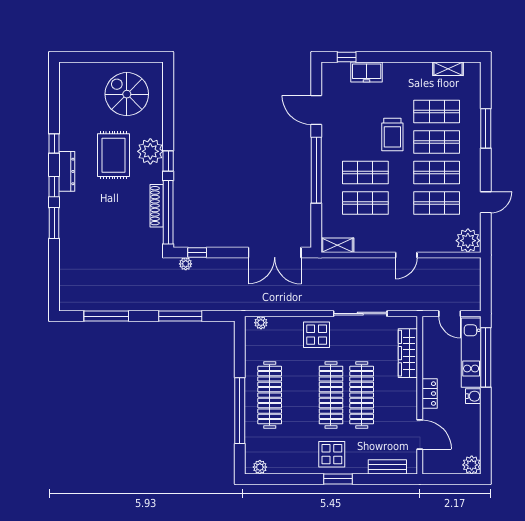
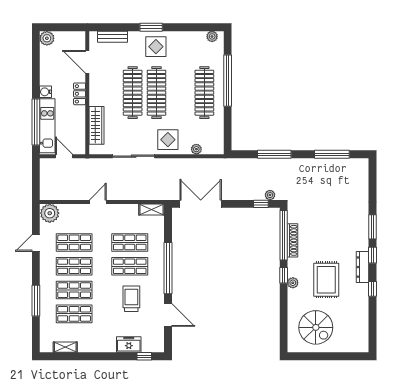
trolley: (392, 135) -> (131, 299), moved
plant: (150, 151) -> (293, 283), width x0.53, depth x0.53
plant: (261, 323) -> (196, 149), moved

